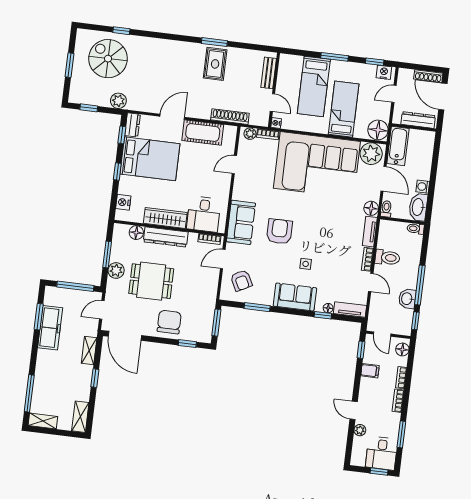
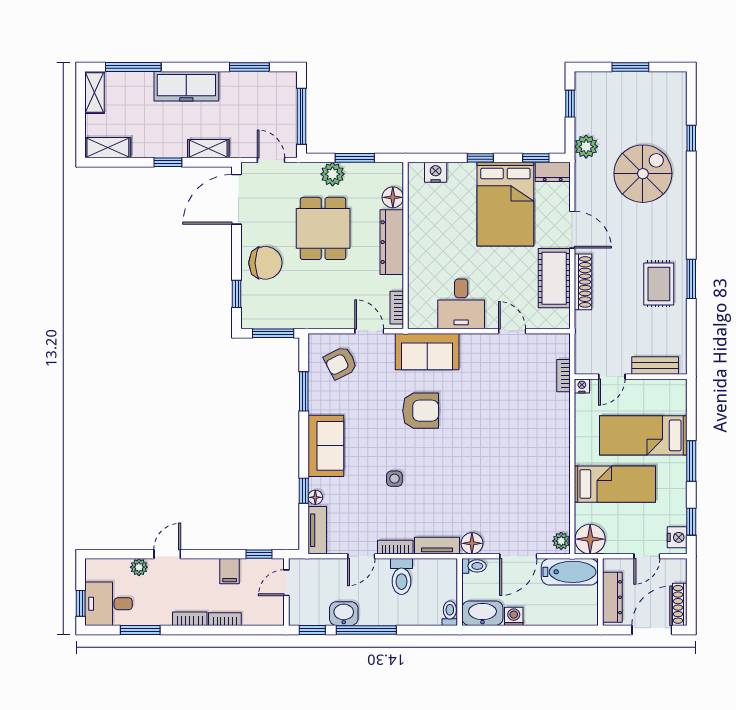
spiral stairs: (108, 59) -> (643, 174), moved
rug: (215, 64) -> (659, 284), turned 90
door: (394, 94) -> (647, 556), swing flipped
shoe rack: (230, 117) -> (583, 282), moved
plant: (250, 134) -> (561, 349), removed
plant: (371, 154) -> (561, 541), width x0.53, depth x0.53
corner sofa: (317, 165) -> (527, 454), removed
desk: (204, 214) -> (461, 304), moved, turned -90
wardrobe: (165, 218) -> (420, 238), removed
side table: (306, 264) -> (394, 479), moved
freezer: (50, 328) -> (186, 86), moved
floor lamp: (402, 349) -> (267, 616), removed

